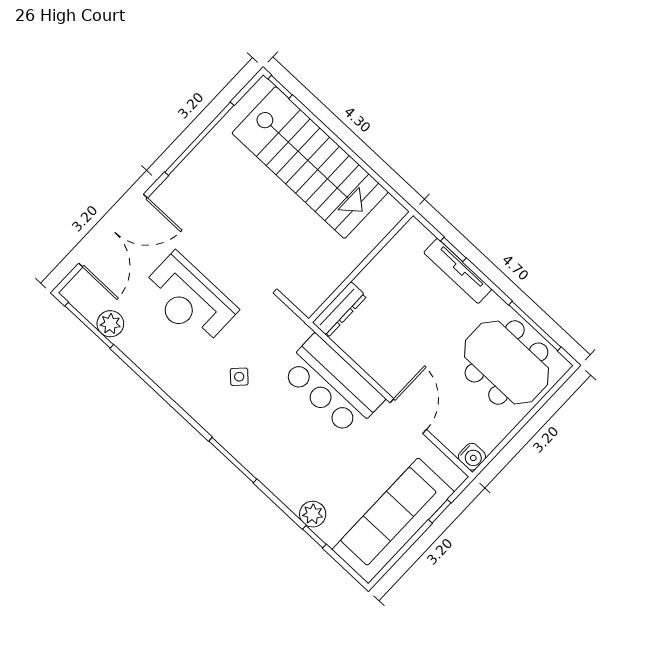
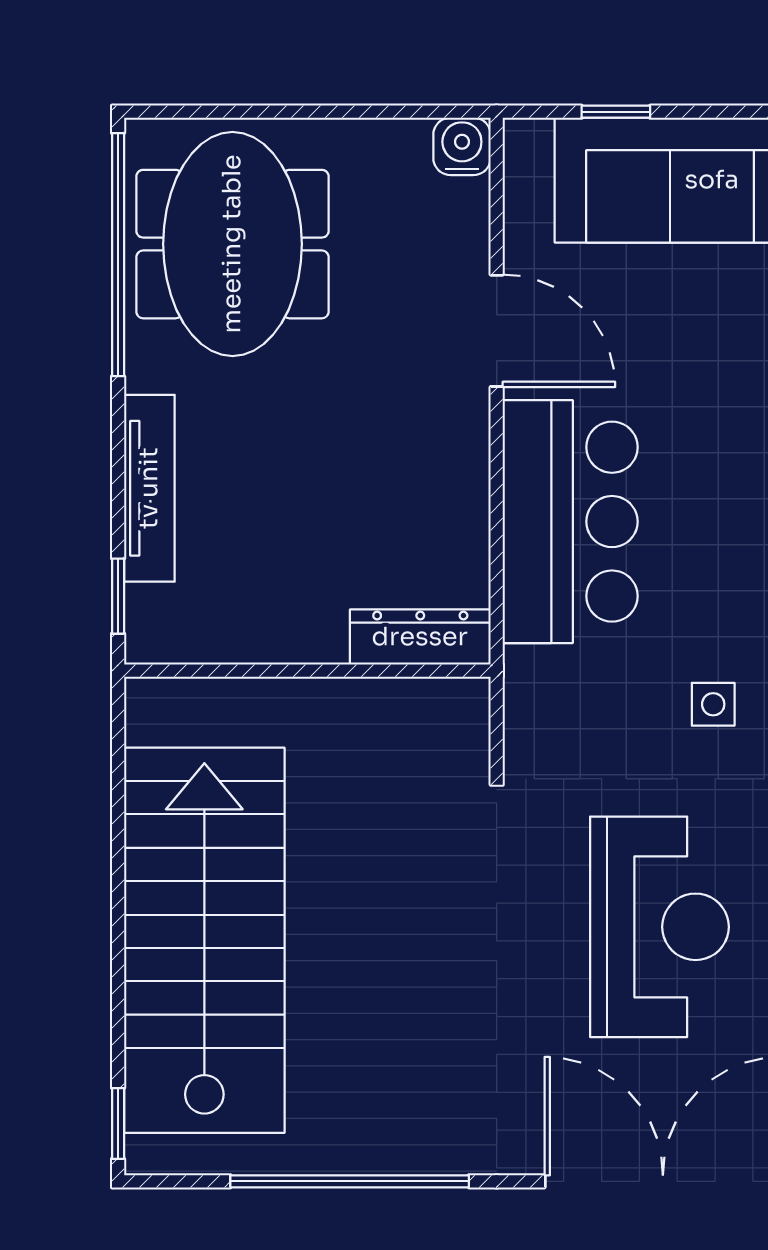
window: (453, 250) -> (118, 596), moved
window: (535, 326) -> (118, 255), width x1.46
side table: (239, 377) -> (713, 704), turned 45
door: (408, 416) -> (497, 331), swing flipped

